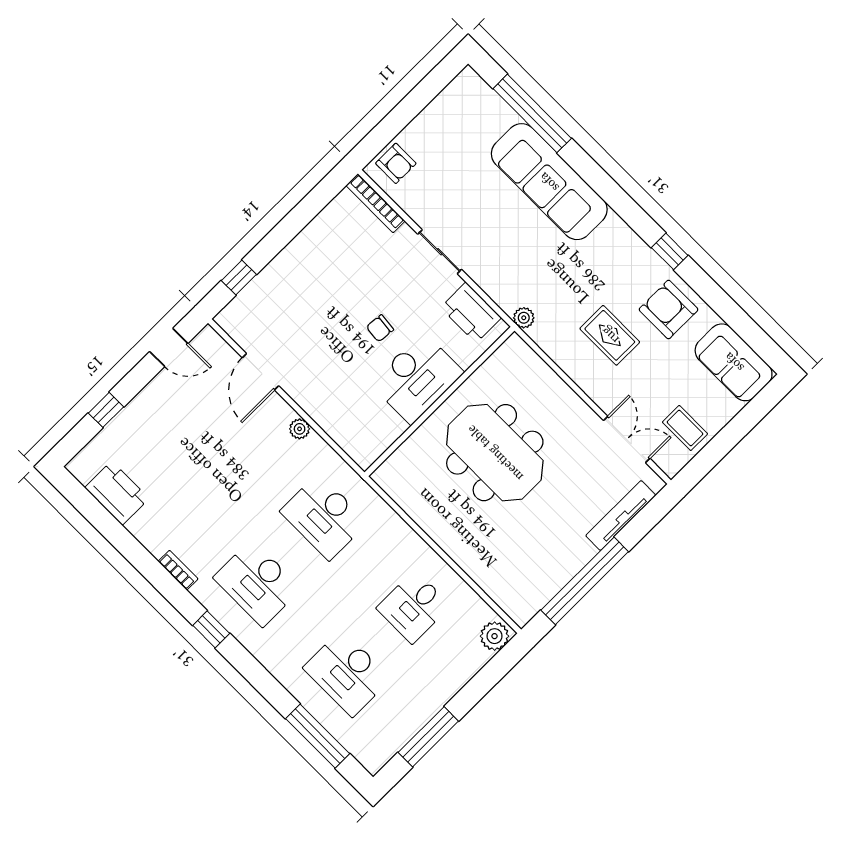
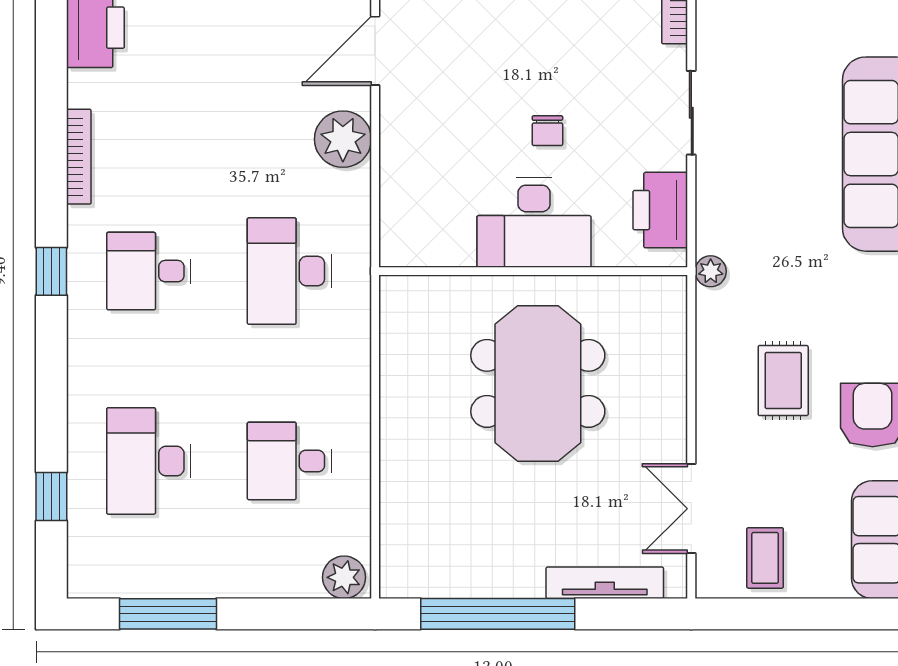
chair: (380, 328) -> (547, 131), turned -96
plant: (300, 429) -> (343, 139), width x1.88, depth x1.88
double door: (627, 439) -> (691, 509), swing flipped
bookcase: (178, 570) -> (79, 157), width x1.56
desk: (257, 583) -> (149, 271), width x0.73
window: (318, 736) -> (51, 497), width x0.46

